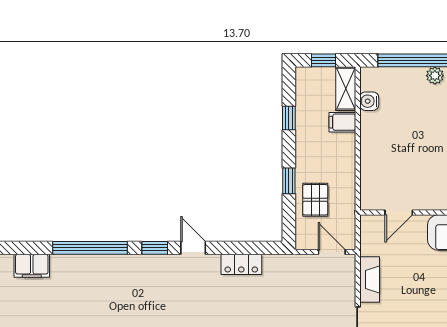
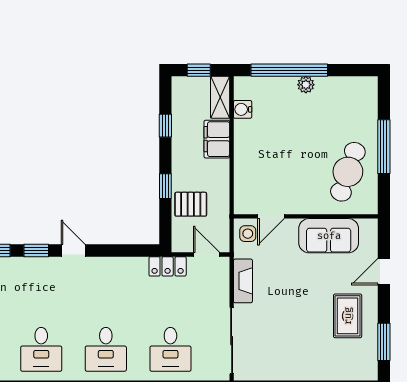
filing cabinet: (342, 122) -> (217, 139), width x2.00
pallet: (315, 200) -> (191, 204), turned 90
side table: (375, 230) -> (248, 234), added
locker: (241, 264) -> (168, 266), moved

